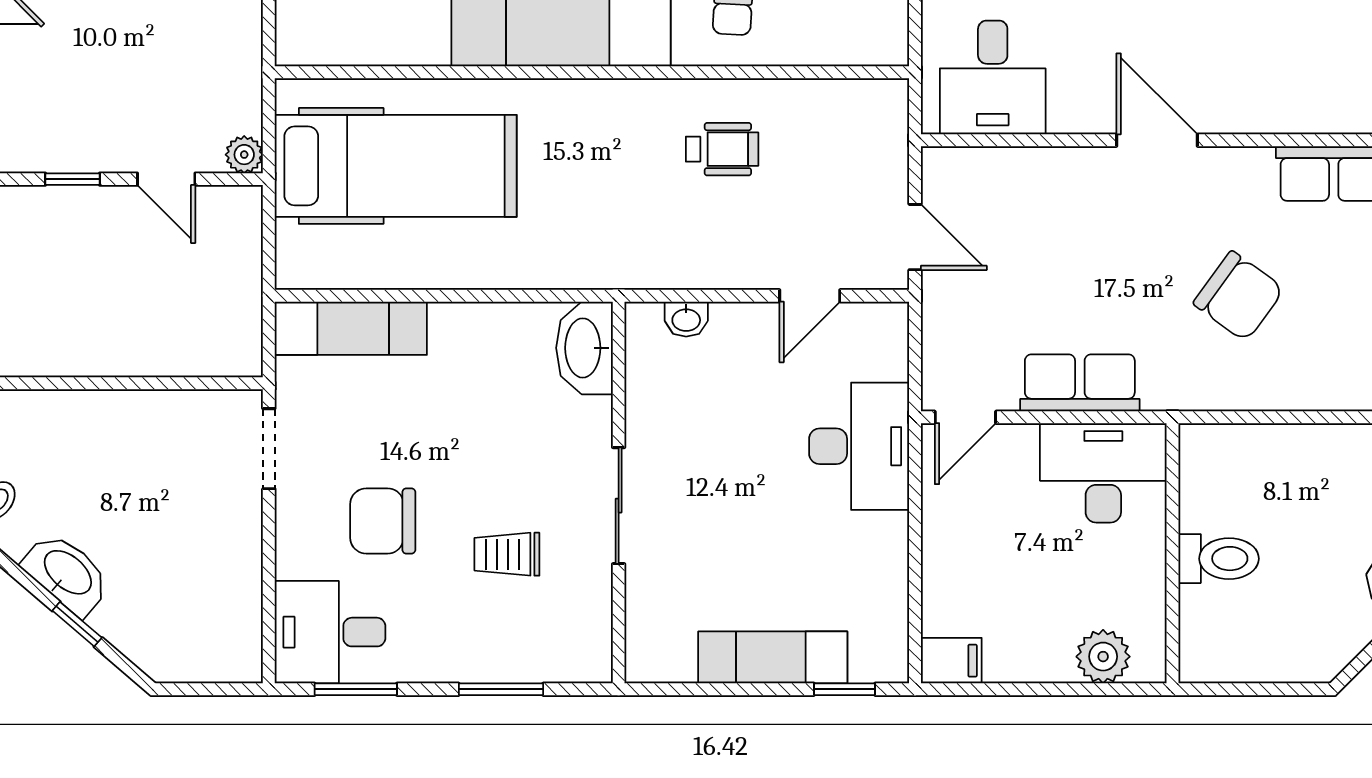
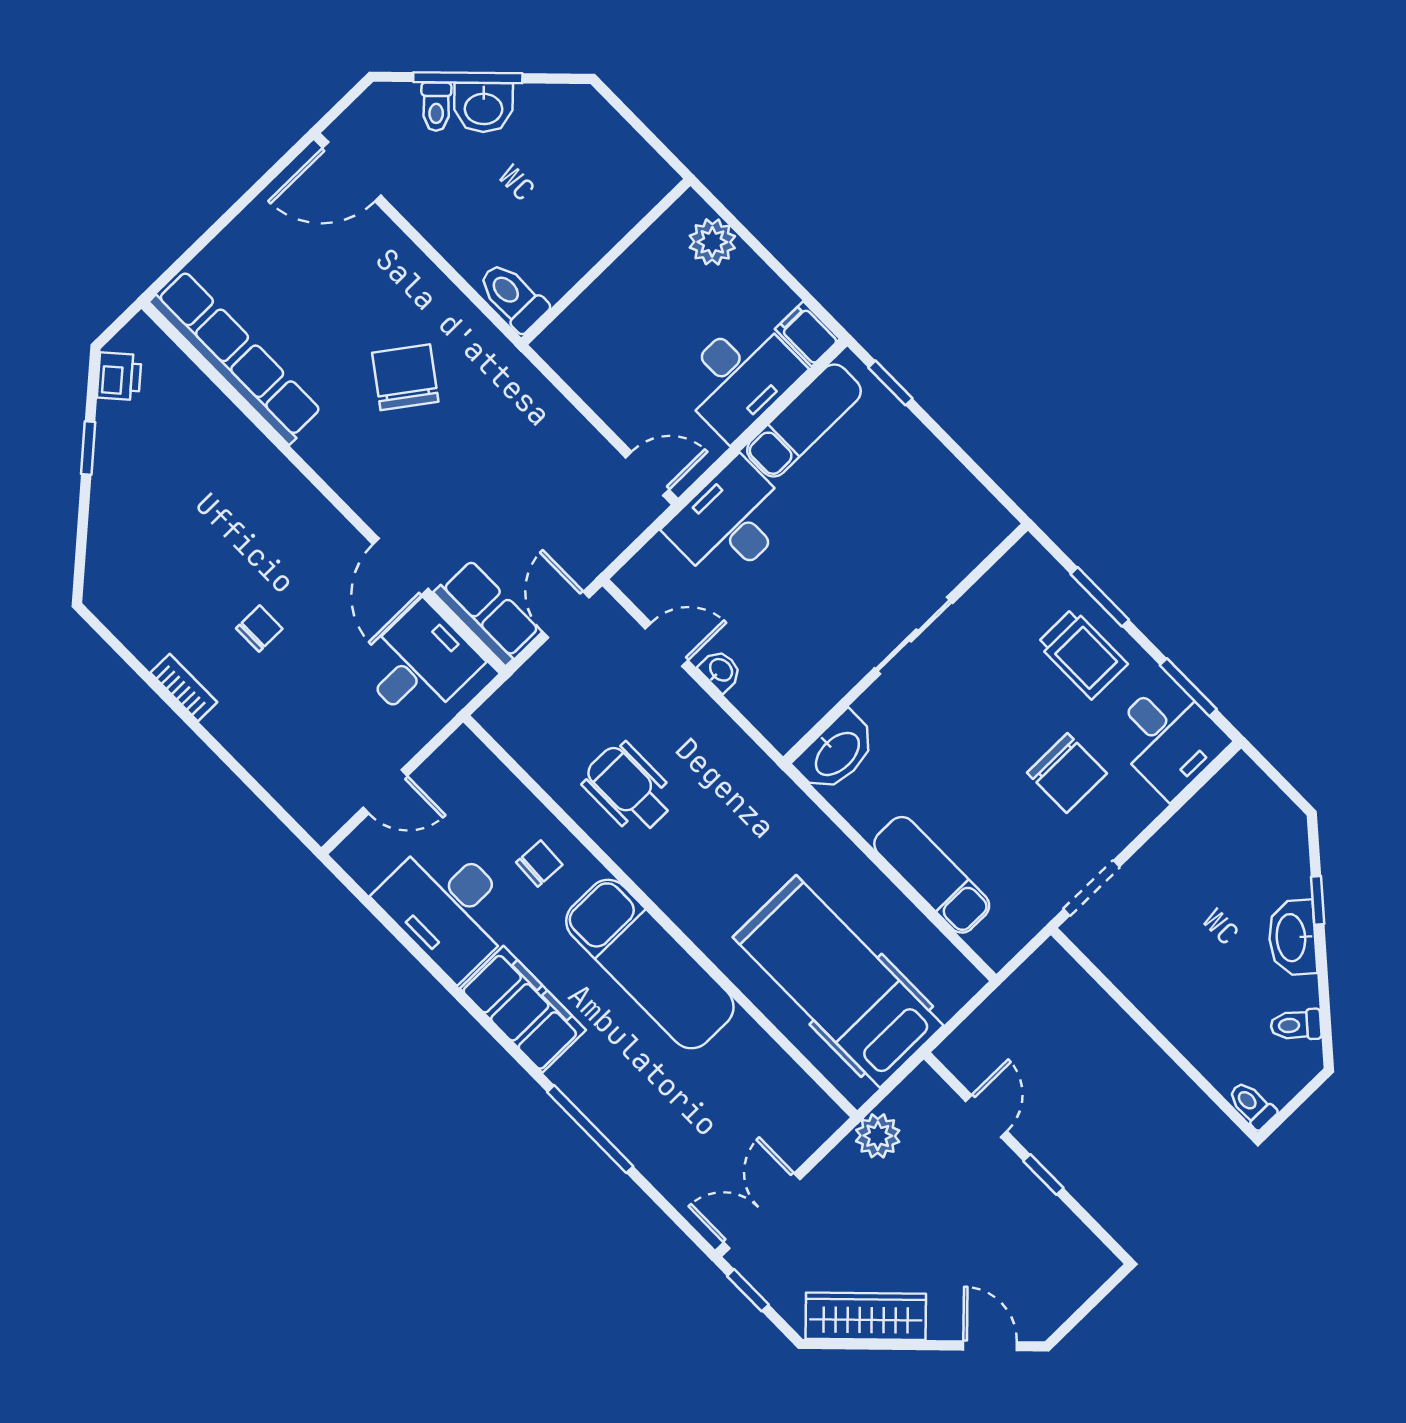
door: (1157, 140) -> (401, 567), moved
wheelchair: (722, 149) -> (629, 788), width x1.36, depth x1.37
plant: (244, 155) -> (878, 1136), moved, width x1.38, depth x1.38
washbasin: (686, 319) -> (720, 670), moved
exam couch: (351, 328) -> (932, 875), moved
row of seats: (1080, 383) -> (487, 612), moved, turned 180
desk: (1103, 473) -> (740, 377), moved, turned -90
trolley: (507, 554) -> (1082, 654), moved, width x1.36, depth x1.39
toilet: (1219, 559) -> (513, 297), moved
exam couch: (773, 657) -> (804, 420), moved, turned -90

